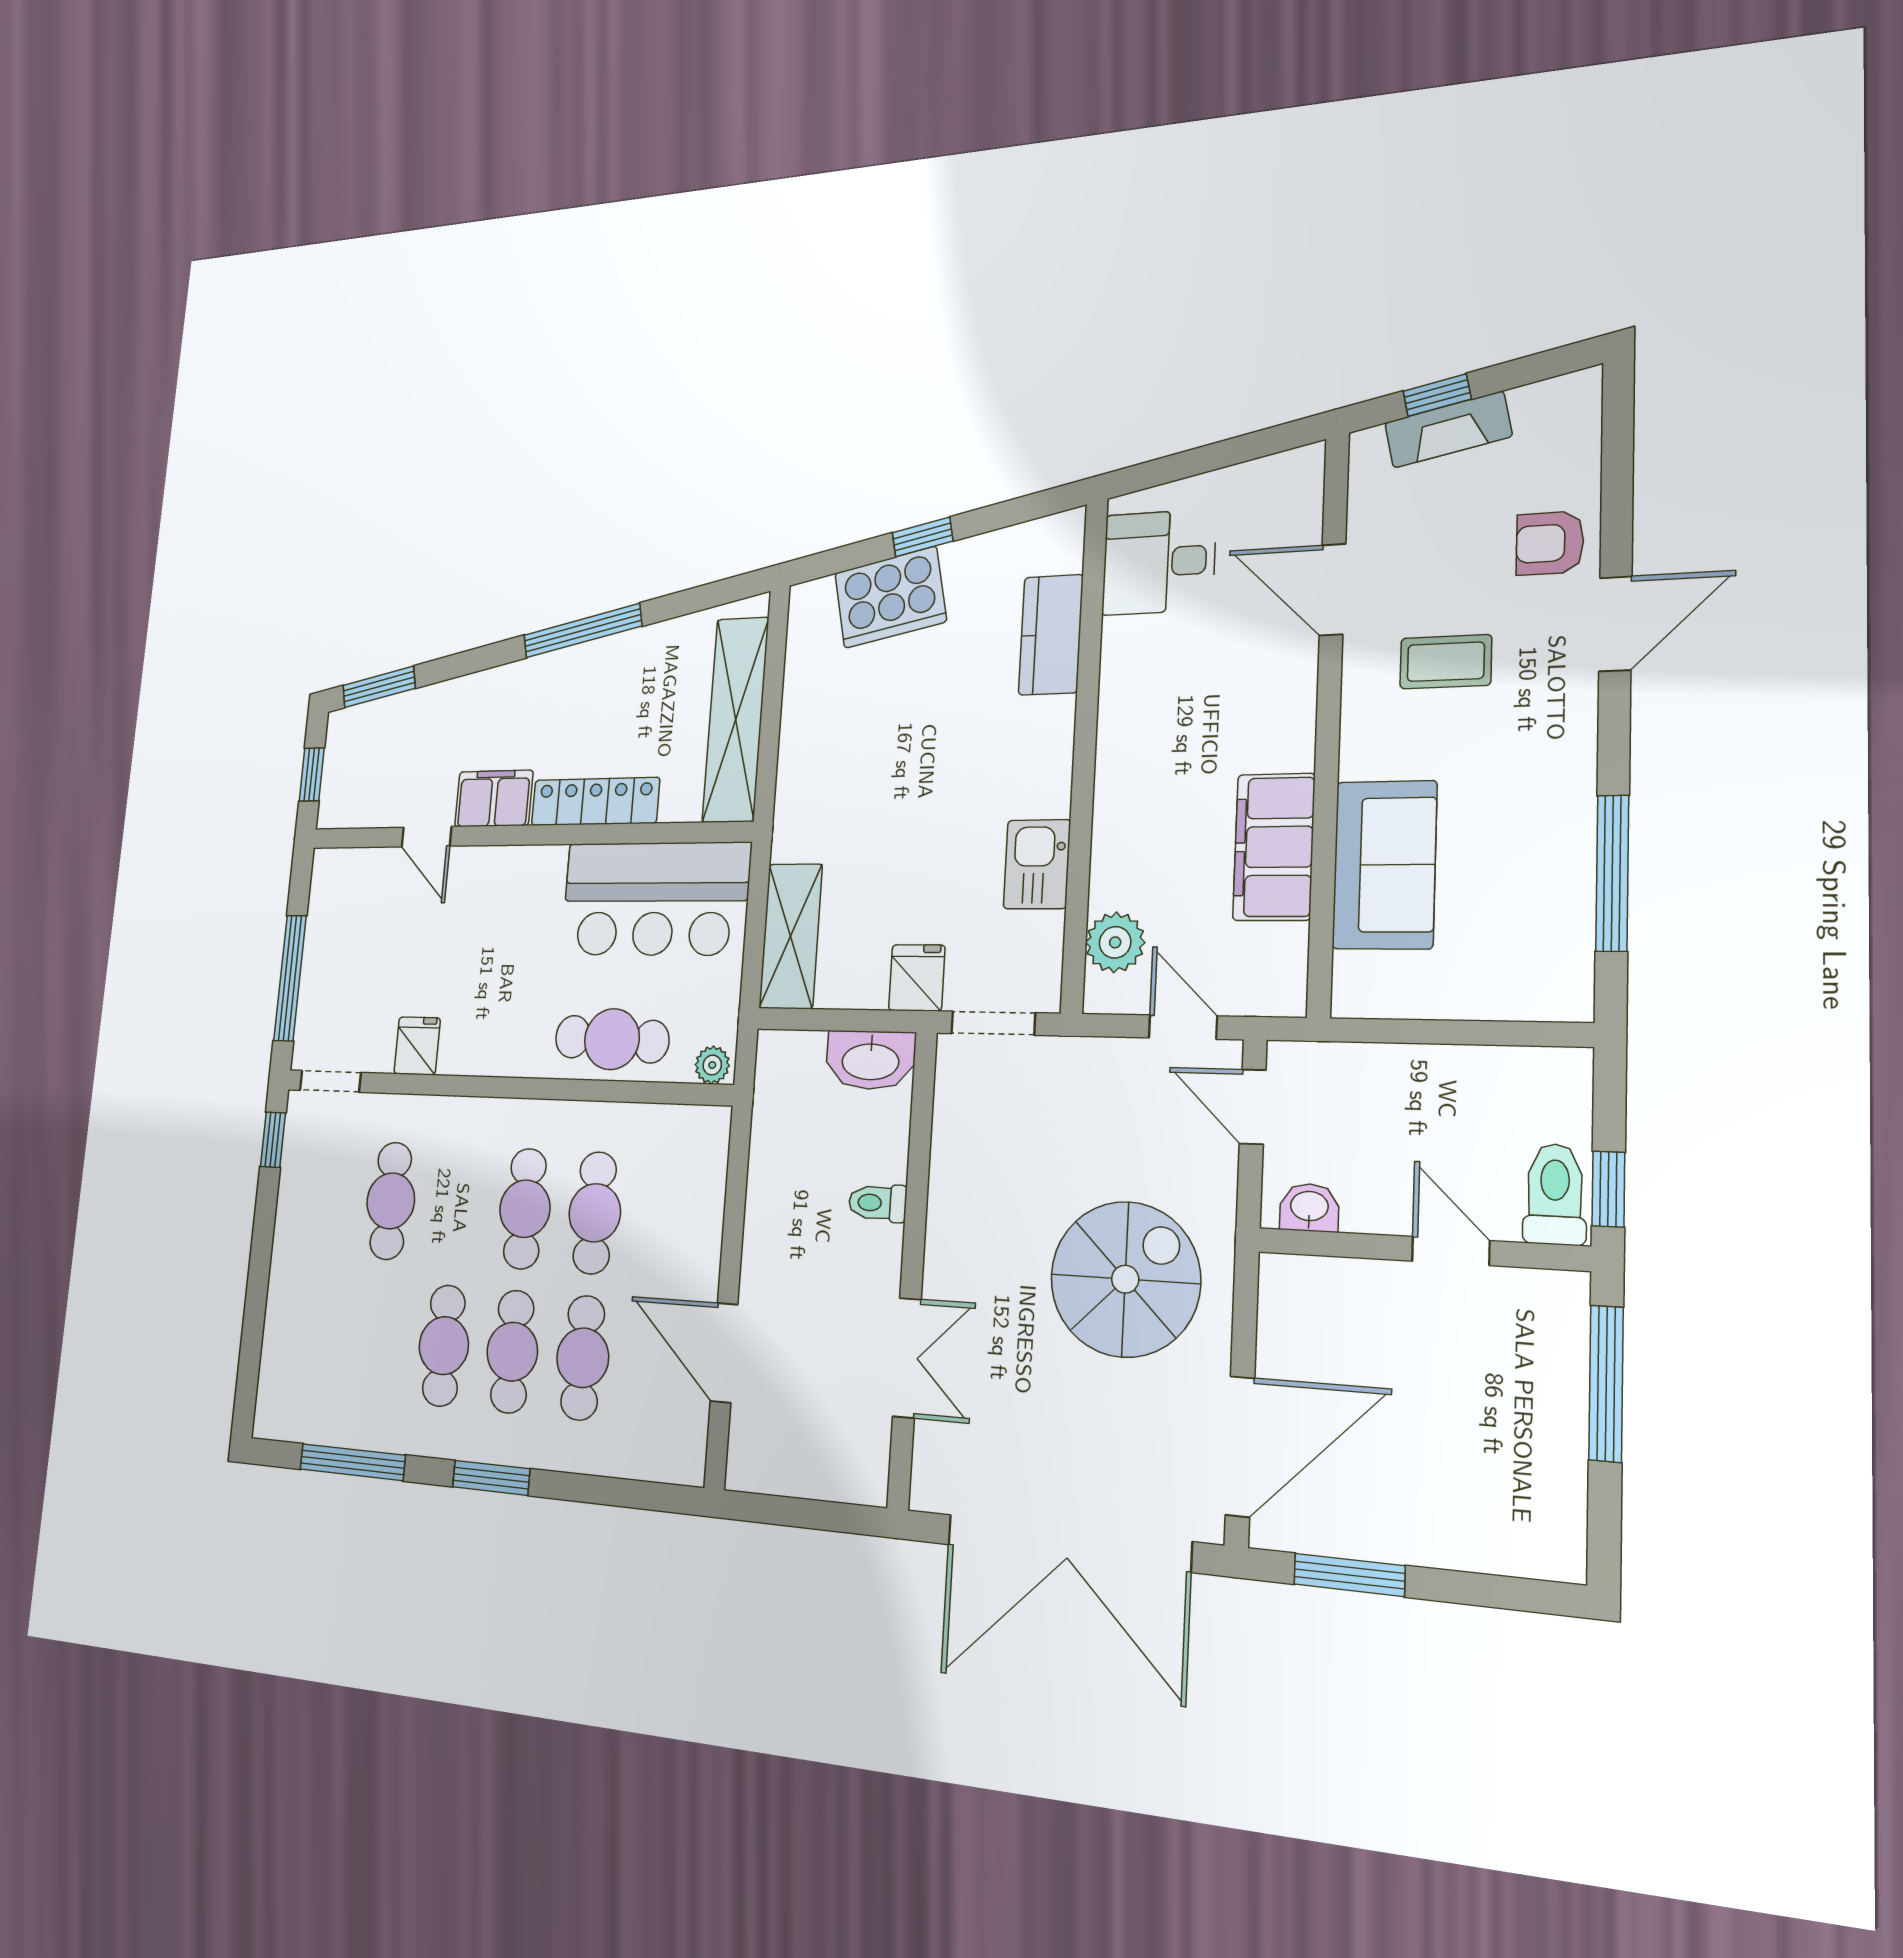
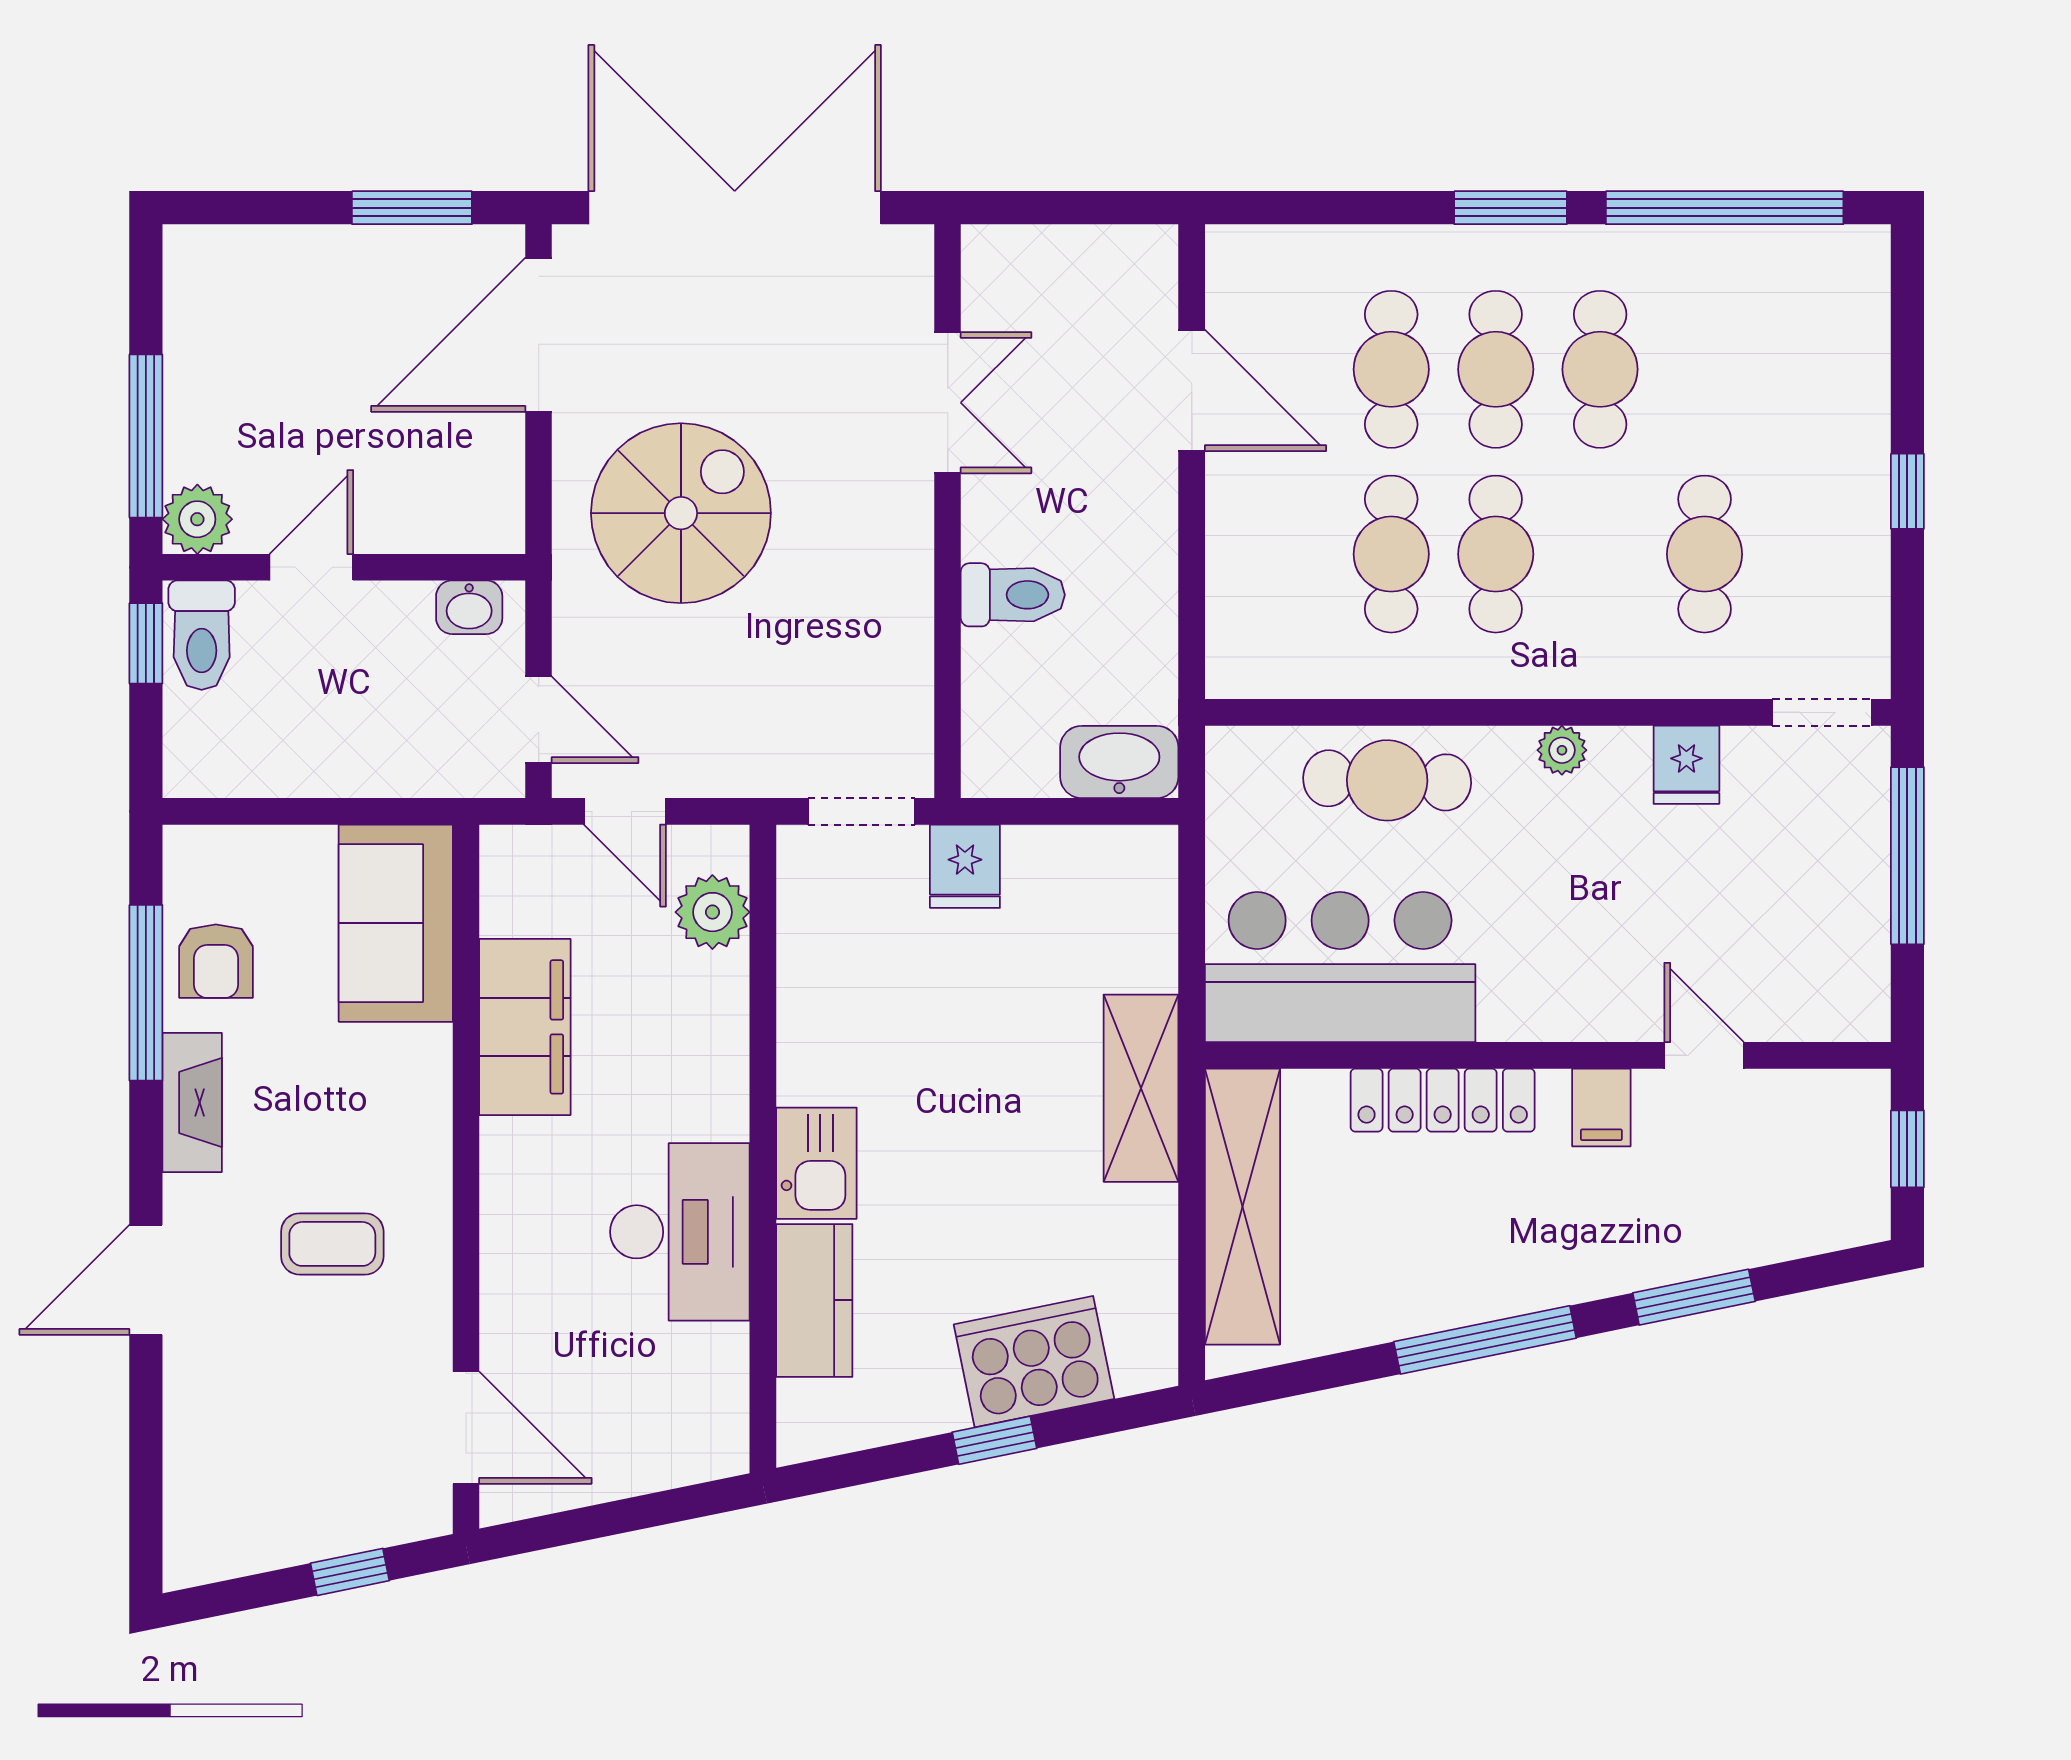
fireplace: (1448, 430) -> (192, 1103), moved, turned 102
armchair: (1550, 543) -> (216, 961), moved, turned 90
desk: (1159, 562) -> (680, 1232), moved, width x1.37
door: (1333, 590) -> (466, 1428), moved
window: (379, 687) -> (1694, 1297), moved
filing cabinet: (494, 798) -> (1601, 1108), width x0.50
kitchen sink: (1037, 864) -> (816, 1163), moved
sofa: (1384, 865) -> (396, 923), moved
shelving: (791, 936) -> (1141, 1088), moved
washbasin: (871, 1060) -> (1119, 762), moved
plant: (712, 1065) -> (1562, 750), moved
window: (273, 1140) -> (1907, 491), moved
toilet: (878, 1203) -> (1013, 595), width x1.37, depth x1.39
door: (1451, 1251) -> (311, 567), swing flipped
spiral stairs: (1125, 1279) -> (681, 513), turned 180
plant: (1557, 1302) -> (197, 519), added
double door: (907, 1358) -> (948, 403), swing flipped
window: (352, 1462) -> (1725, 208), width x1.46

